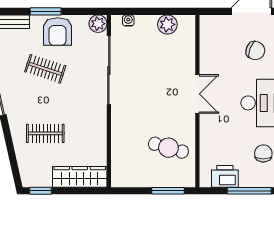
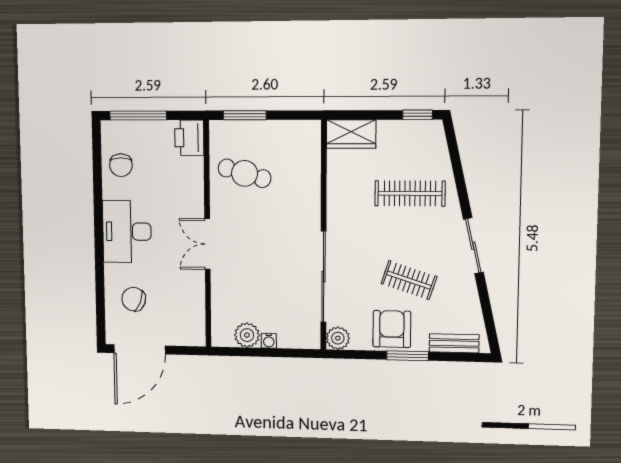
water cooler: (128, 21) -> (269, 341), moved
clothes rail: (45, 133) -> (410, 193), width x1.36
printer: (225, 176) -> (189, 138), moved, turned 90
wardrobe: (80, 177) -> (351, 134), width x0.67

